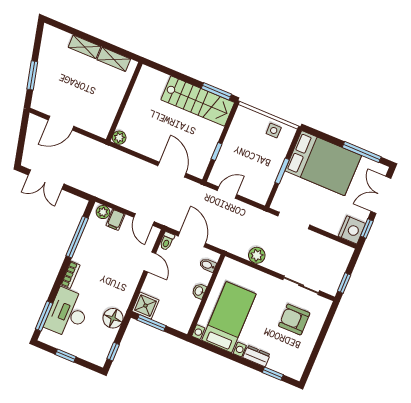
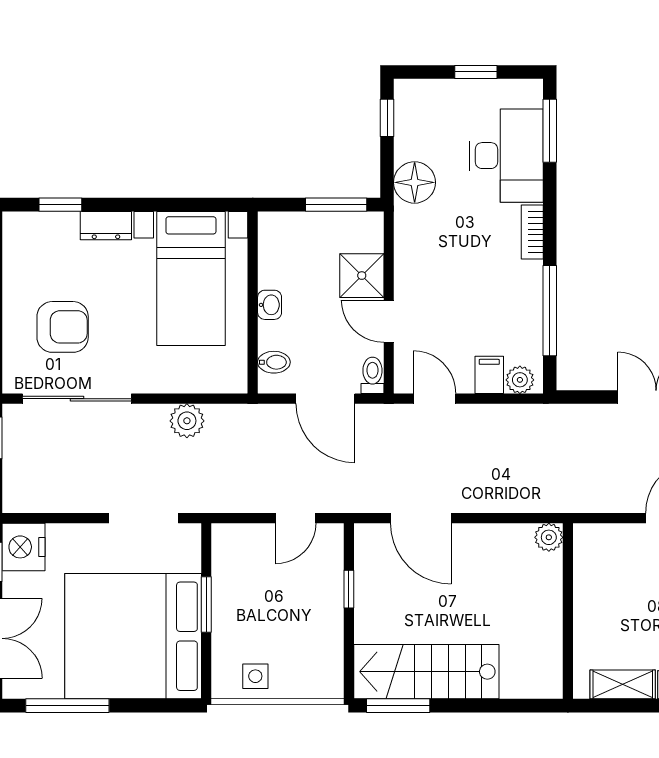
bed: (323, 163) -> (133, 636), width x1.36
sliding door: (301, 285) -> (77, 399), width x1.37
shower: (145, 306) -> (362, 276), moved

